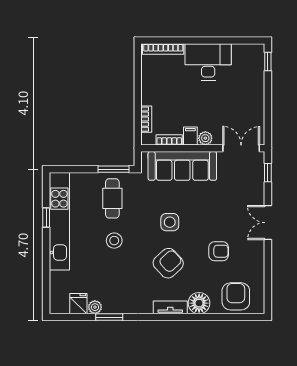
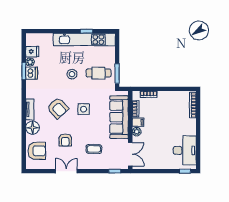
desk: (208, 62) -> (185, 150), moved
coffee table: (233, 206) -> (94, 149), added
double door: (268, 223) -> (66, 171), moved
dishwasher: (113, 305) -> (32, 73), added

